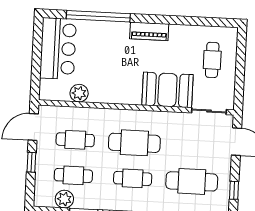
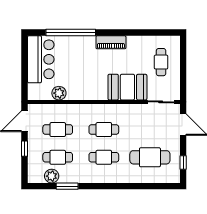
cafe table: (134, 143) -> (104, 130), width x0.73, depth x0.74

